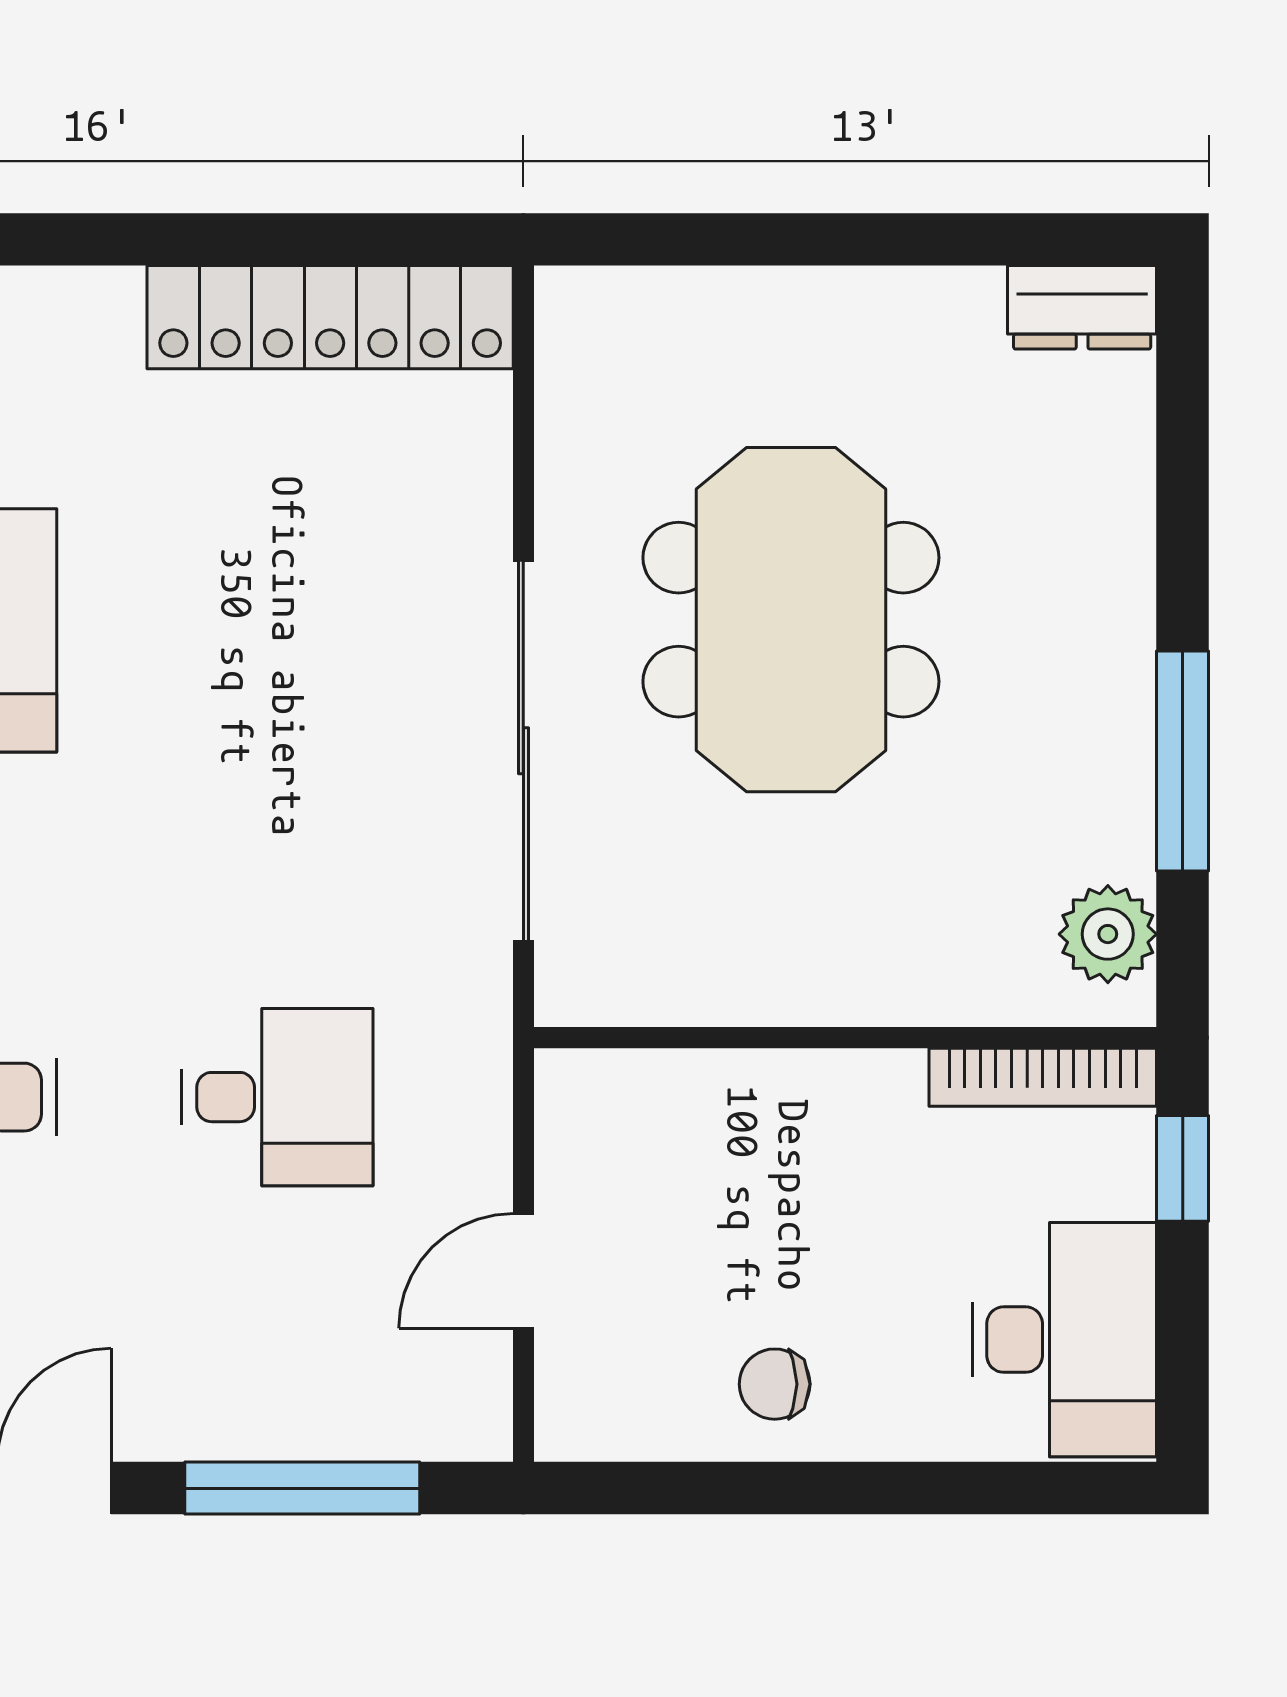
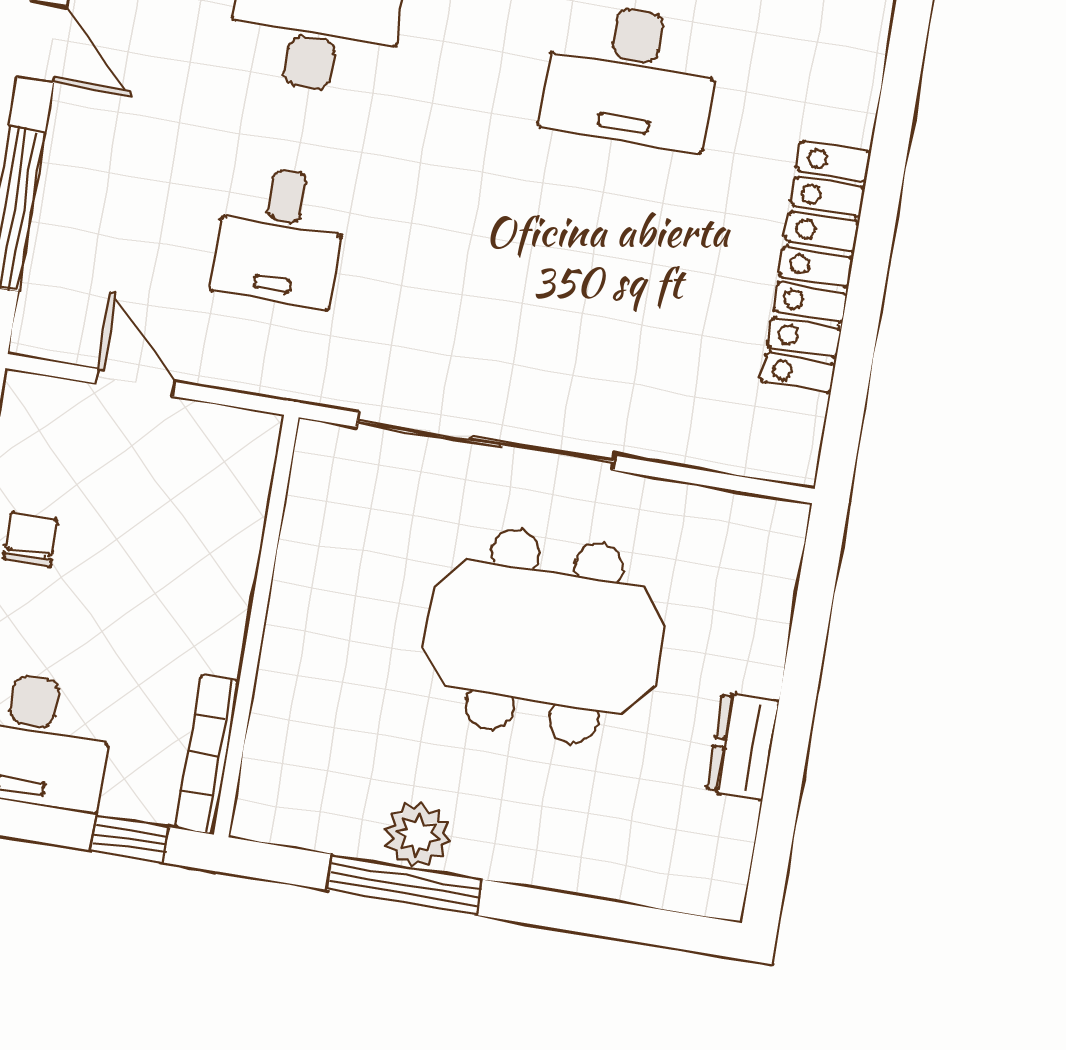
dresser: (1082, 307) -> (743, 746), moved
locker: (330, 317) -> (816, 267), moved
plant: (1108, 934) -> (417, 835), moved

